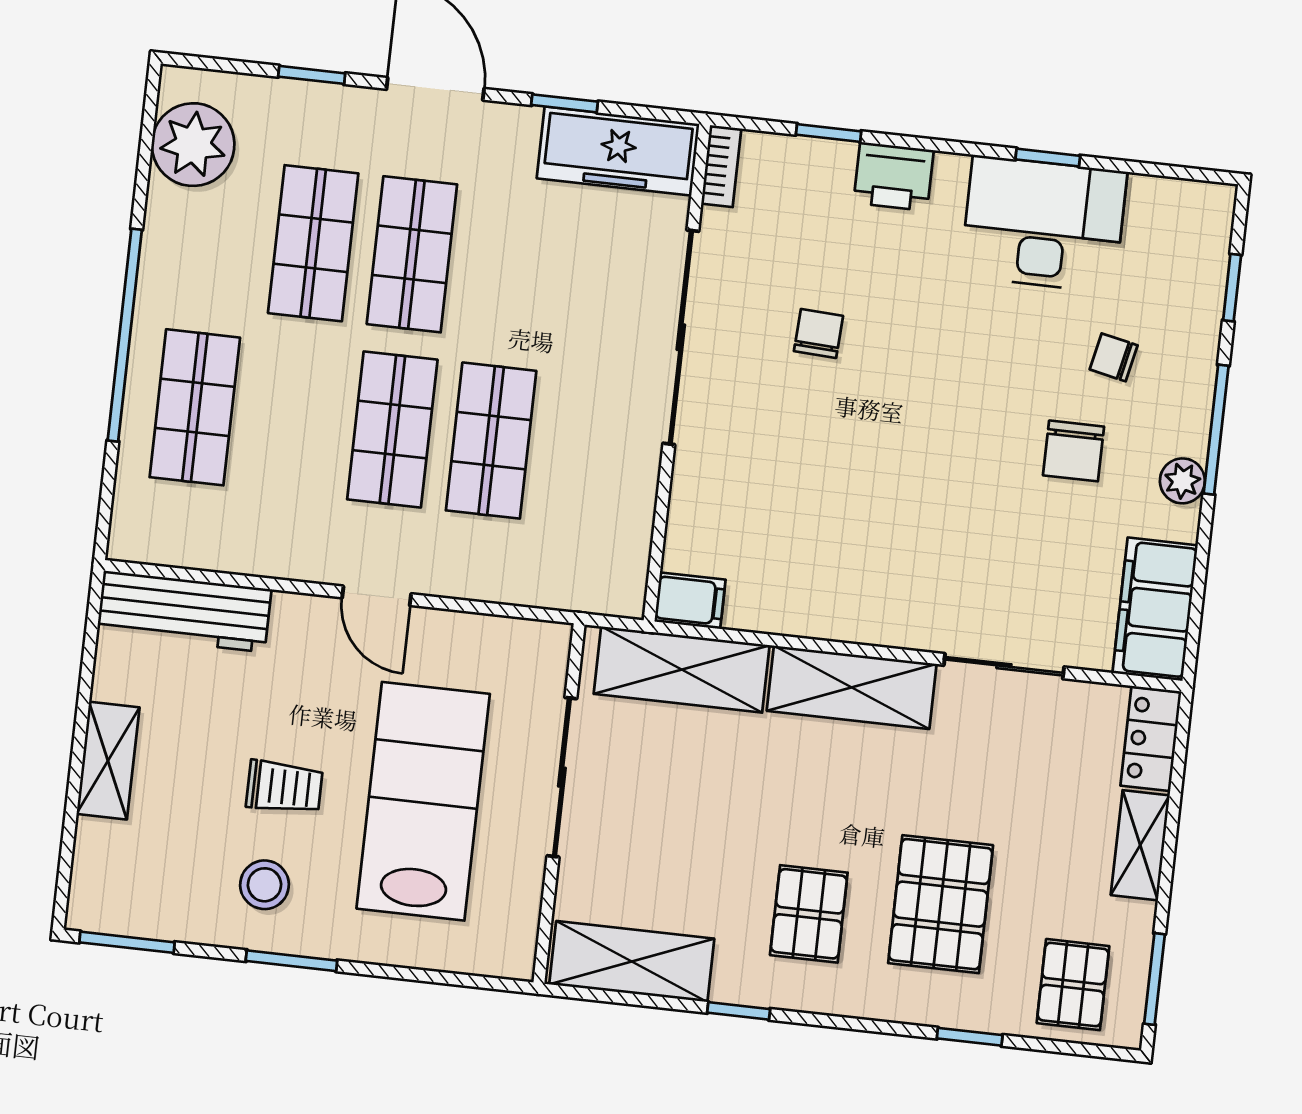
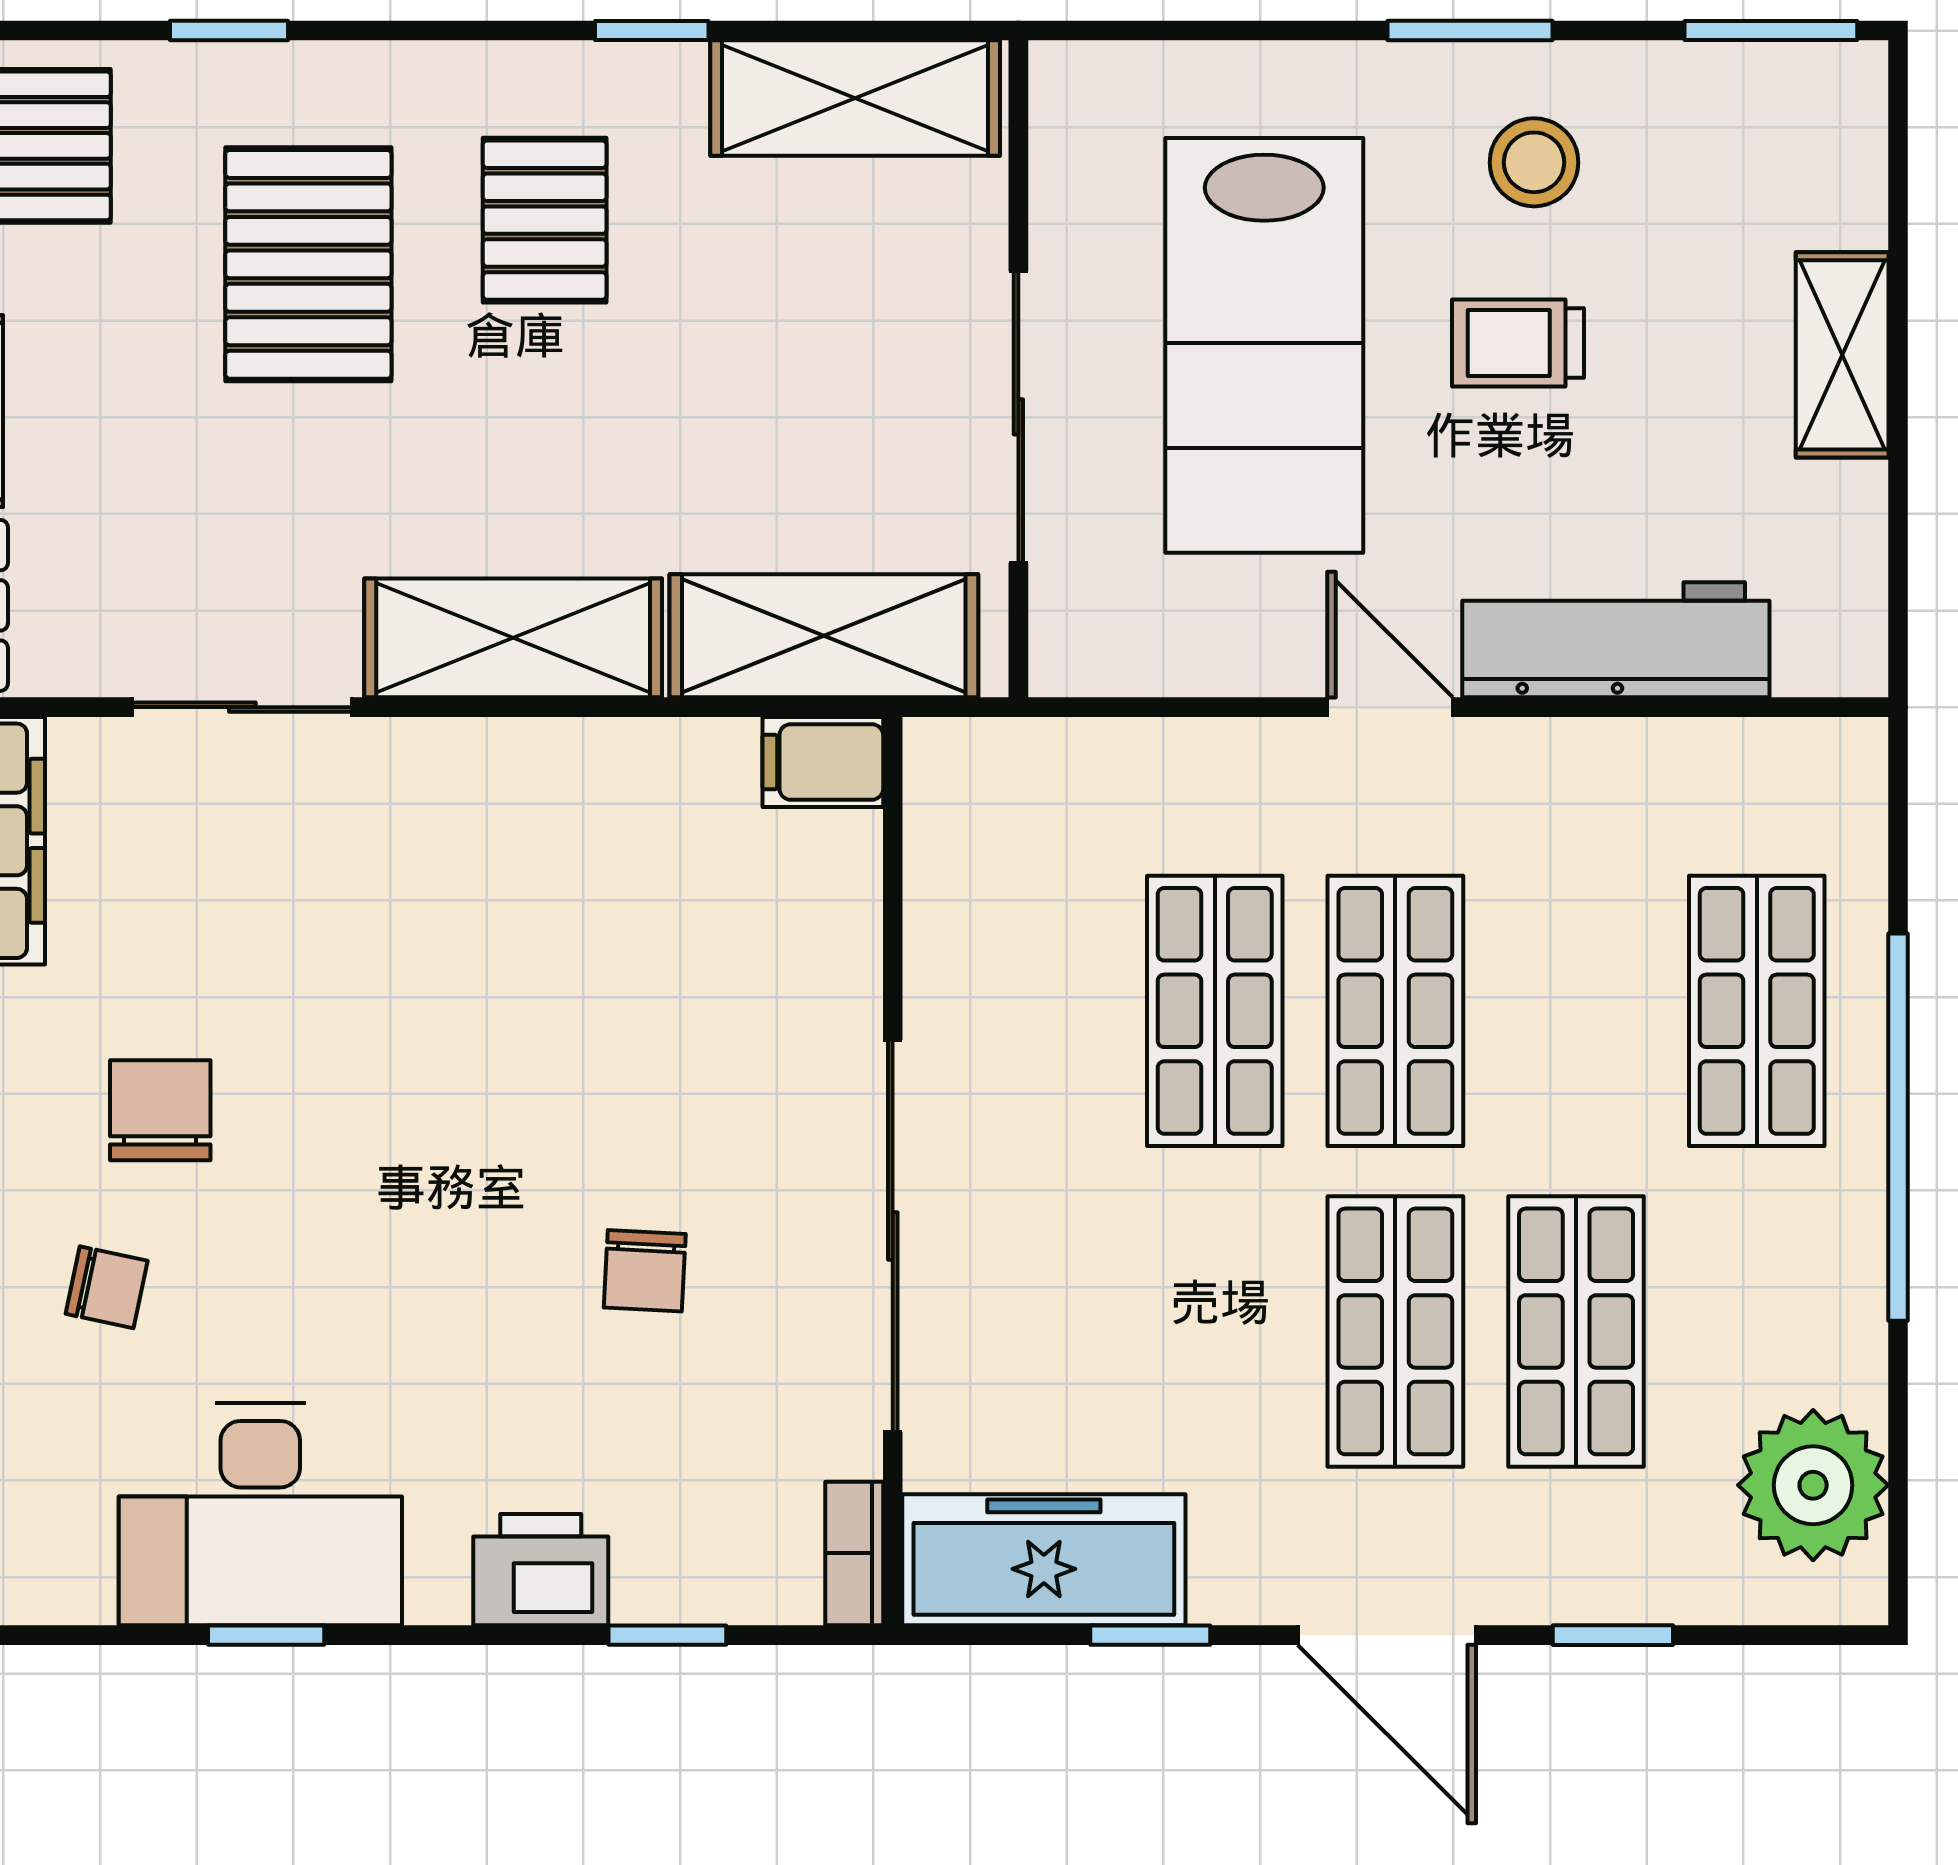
workbench: (184, 611) -> (1616, 640), moved

